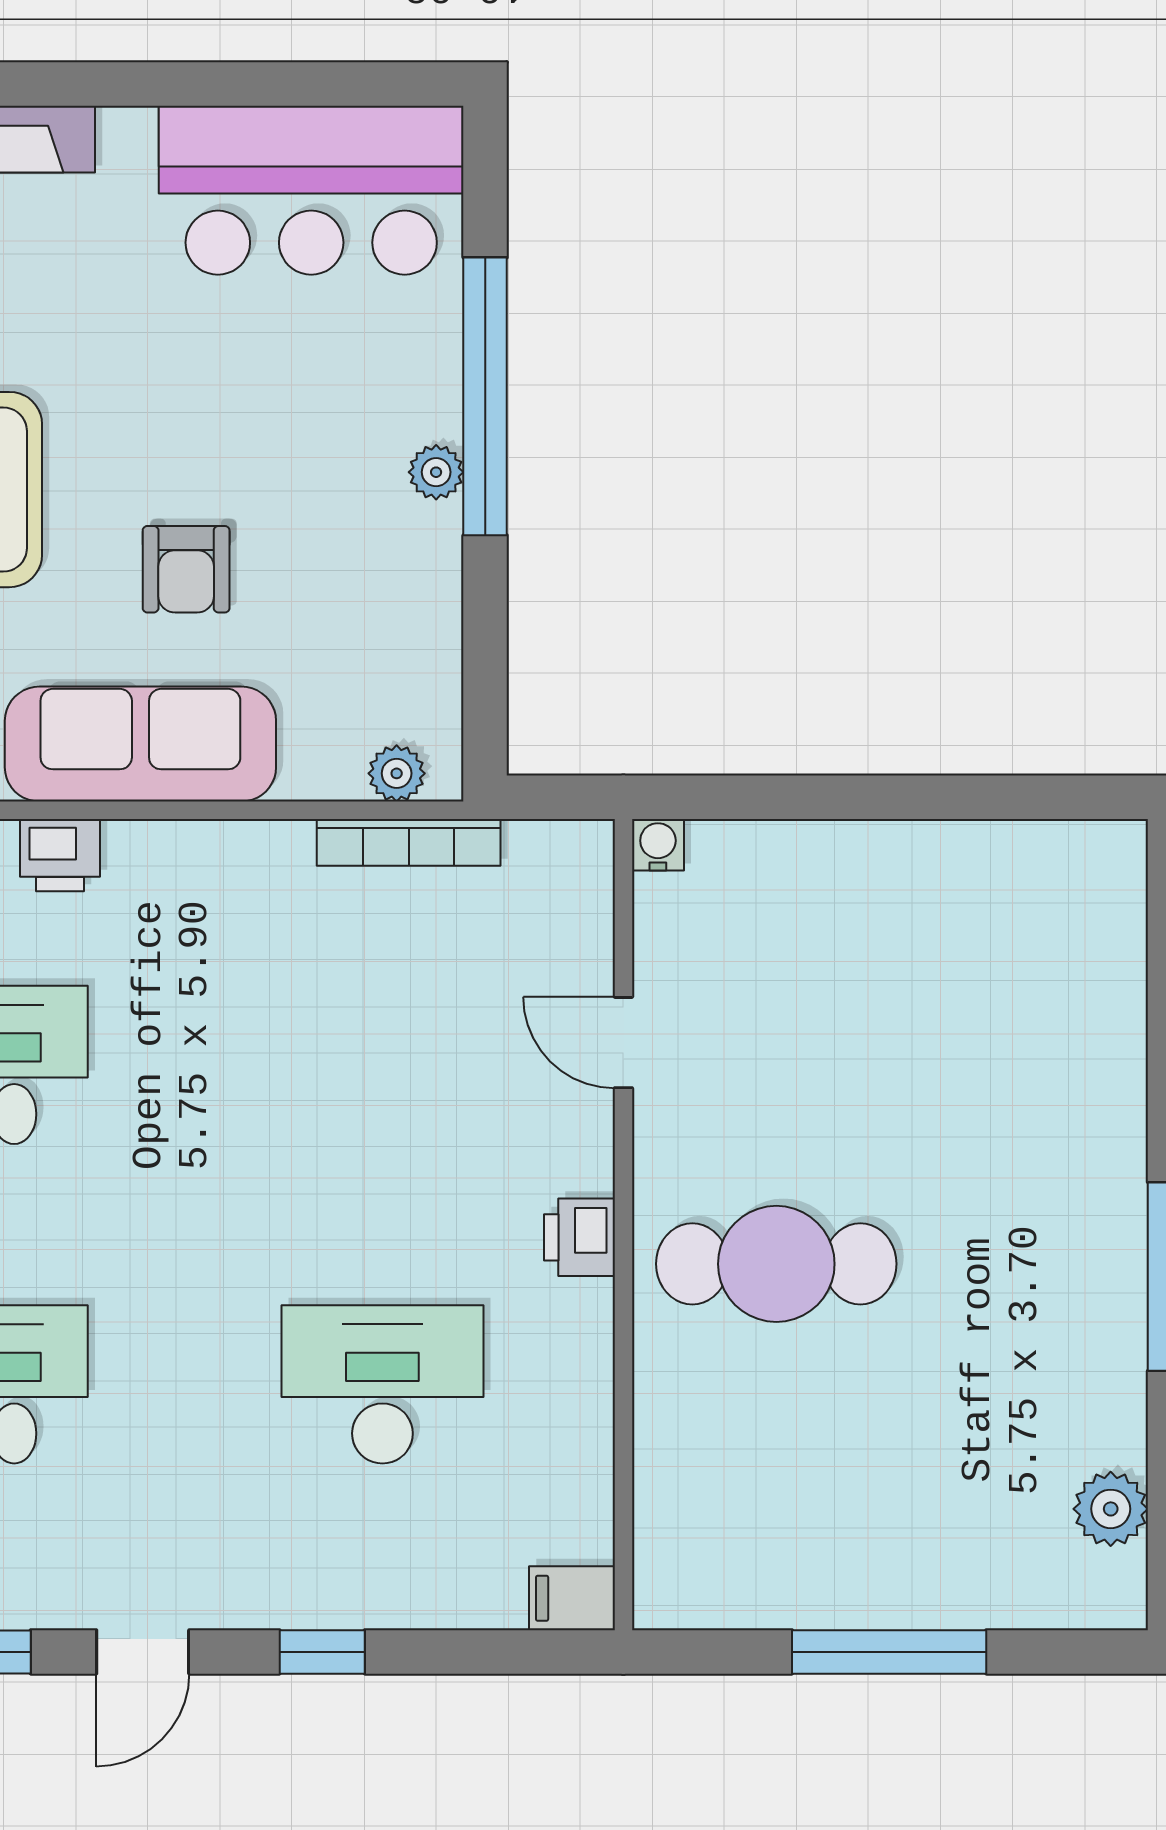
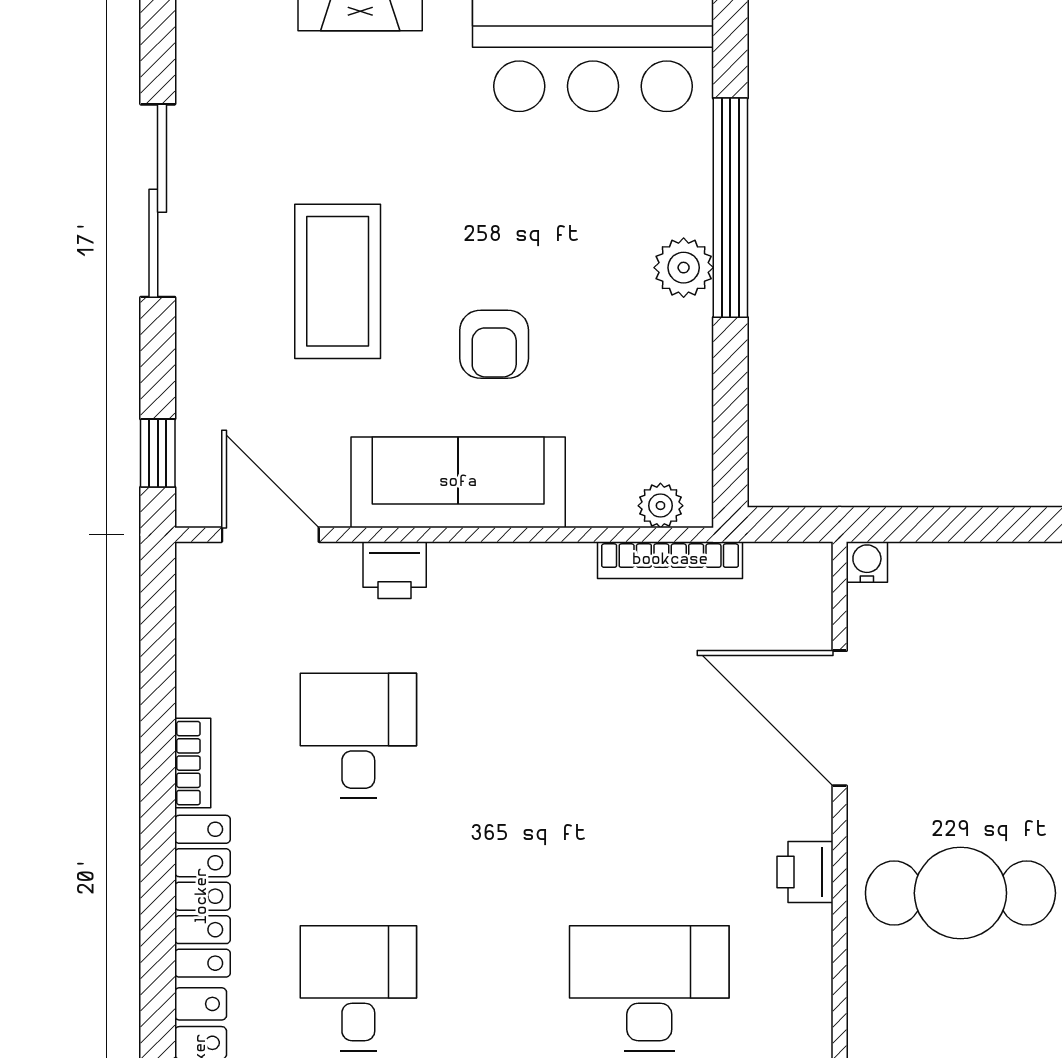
plant: (436, 472) -> (684, 268), width x1.38, depth x1.38
door: (623, 1043) -> (840, 718), width x1.88

